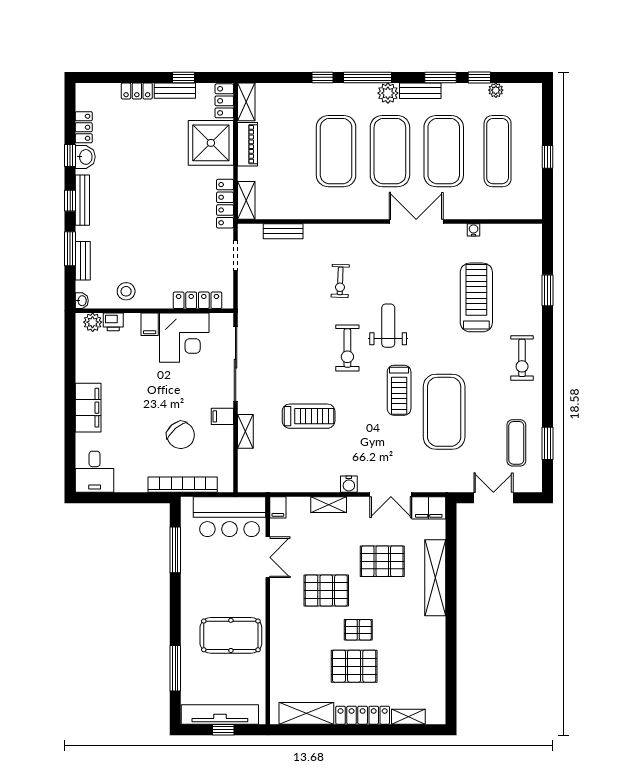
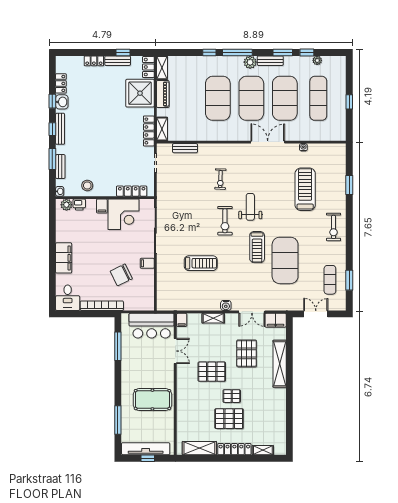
shelving: (245, 431) -> (161, 273), removed
chair: (181, 435) -> (121, 275), turned 105
bookcase: (183, 485) -> (102, 306), moved
pallet: (382, 561) -> (247, 353), turned 90

